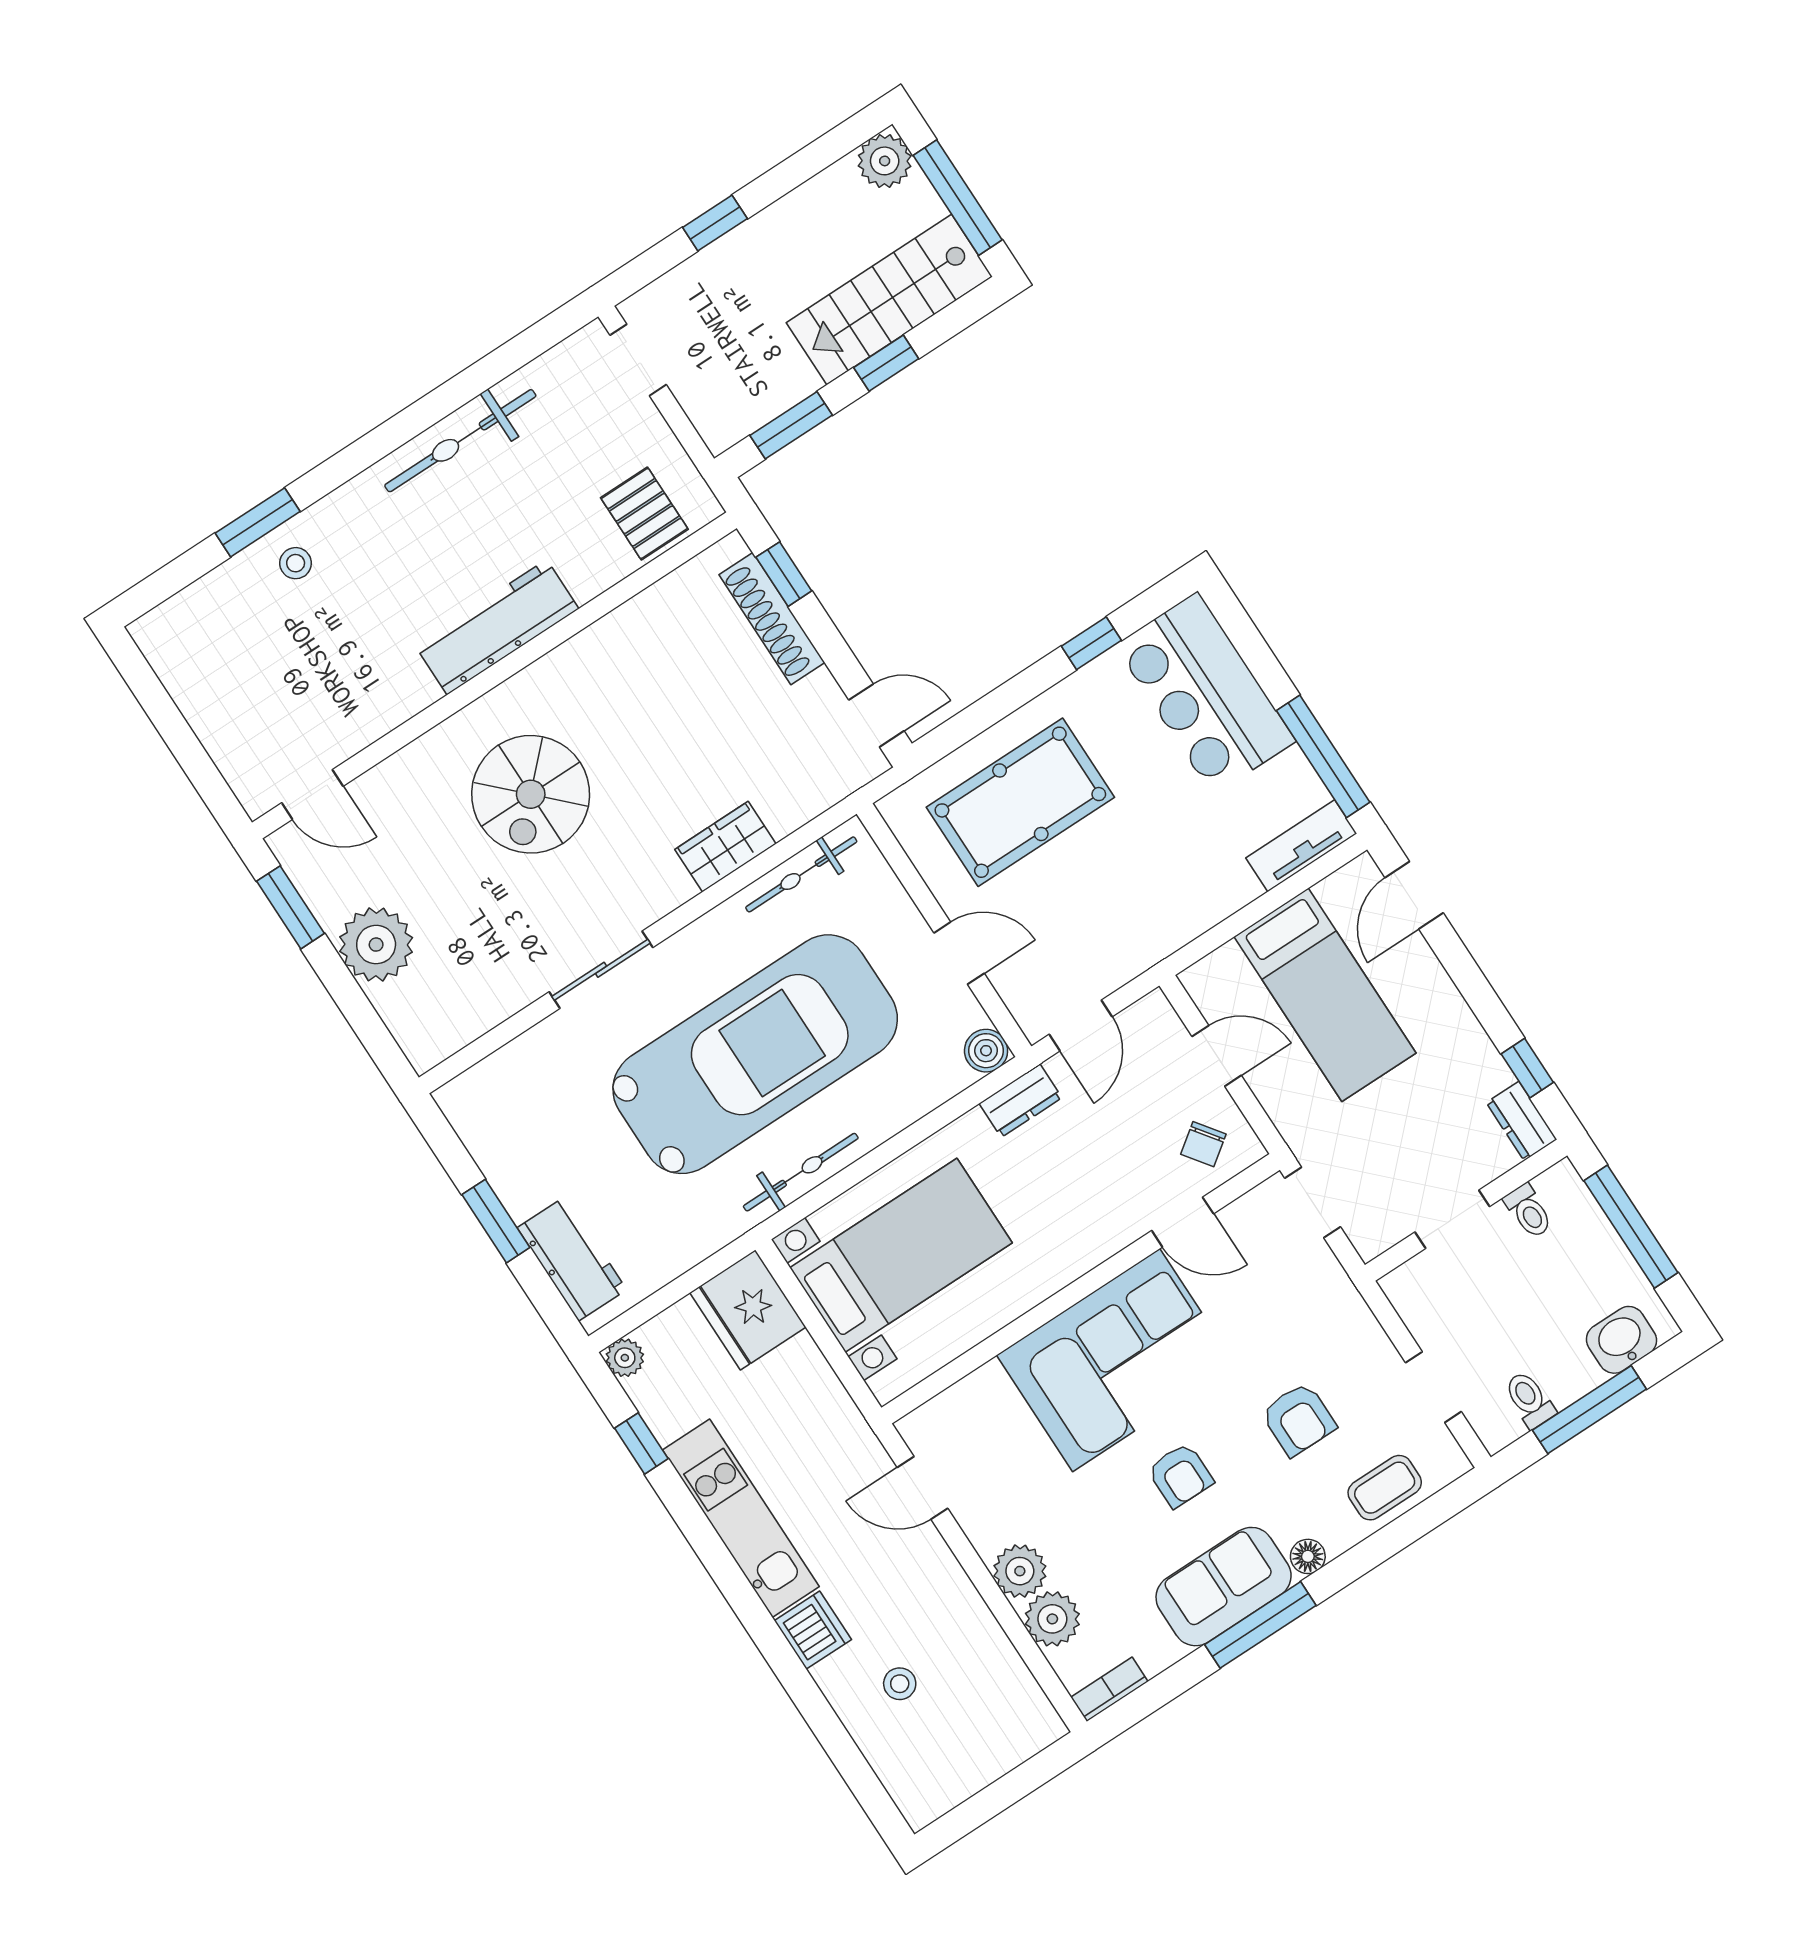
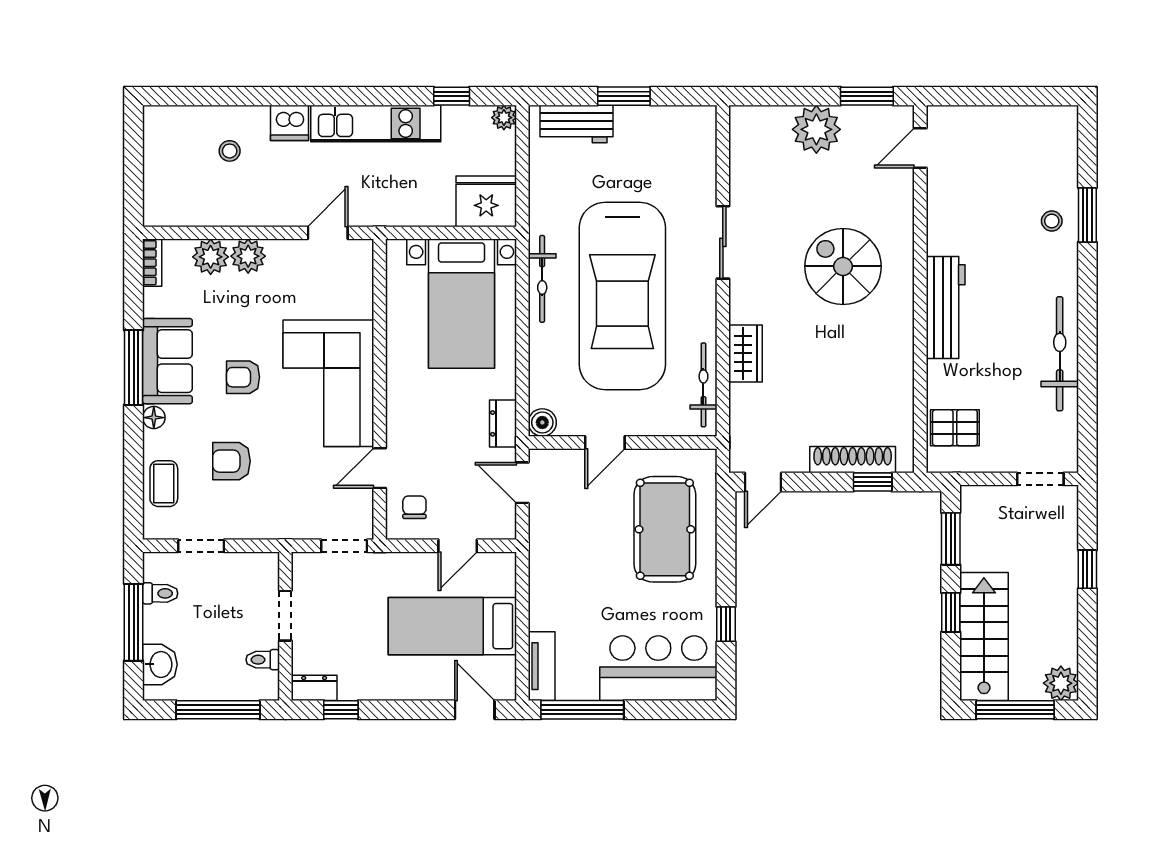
chair: (1203, 1144) -> (414, 507), turned 36

